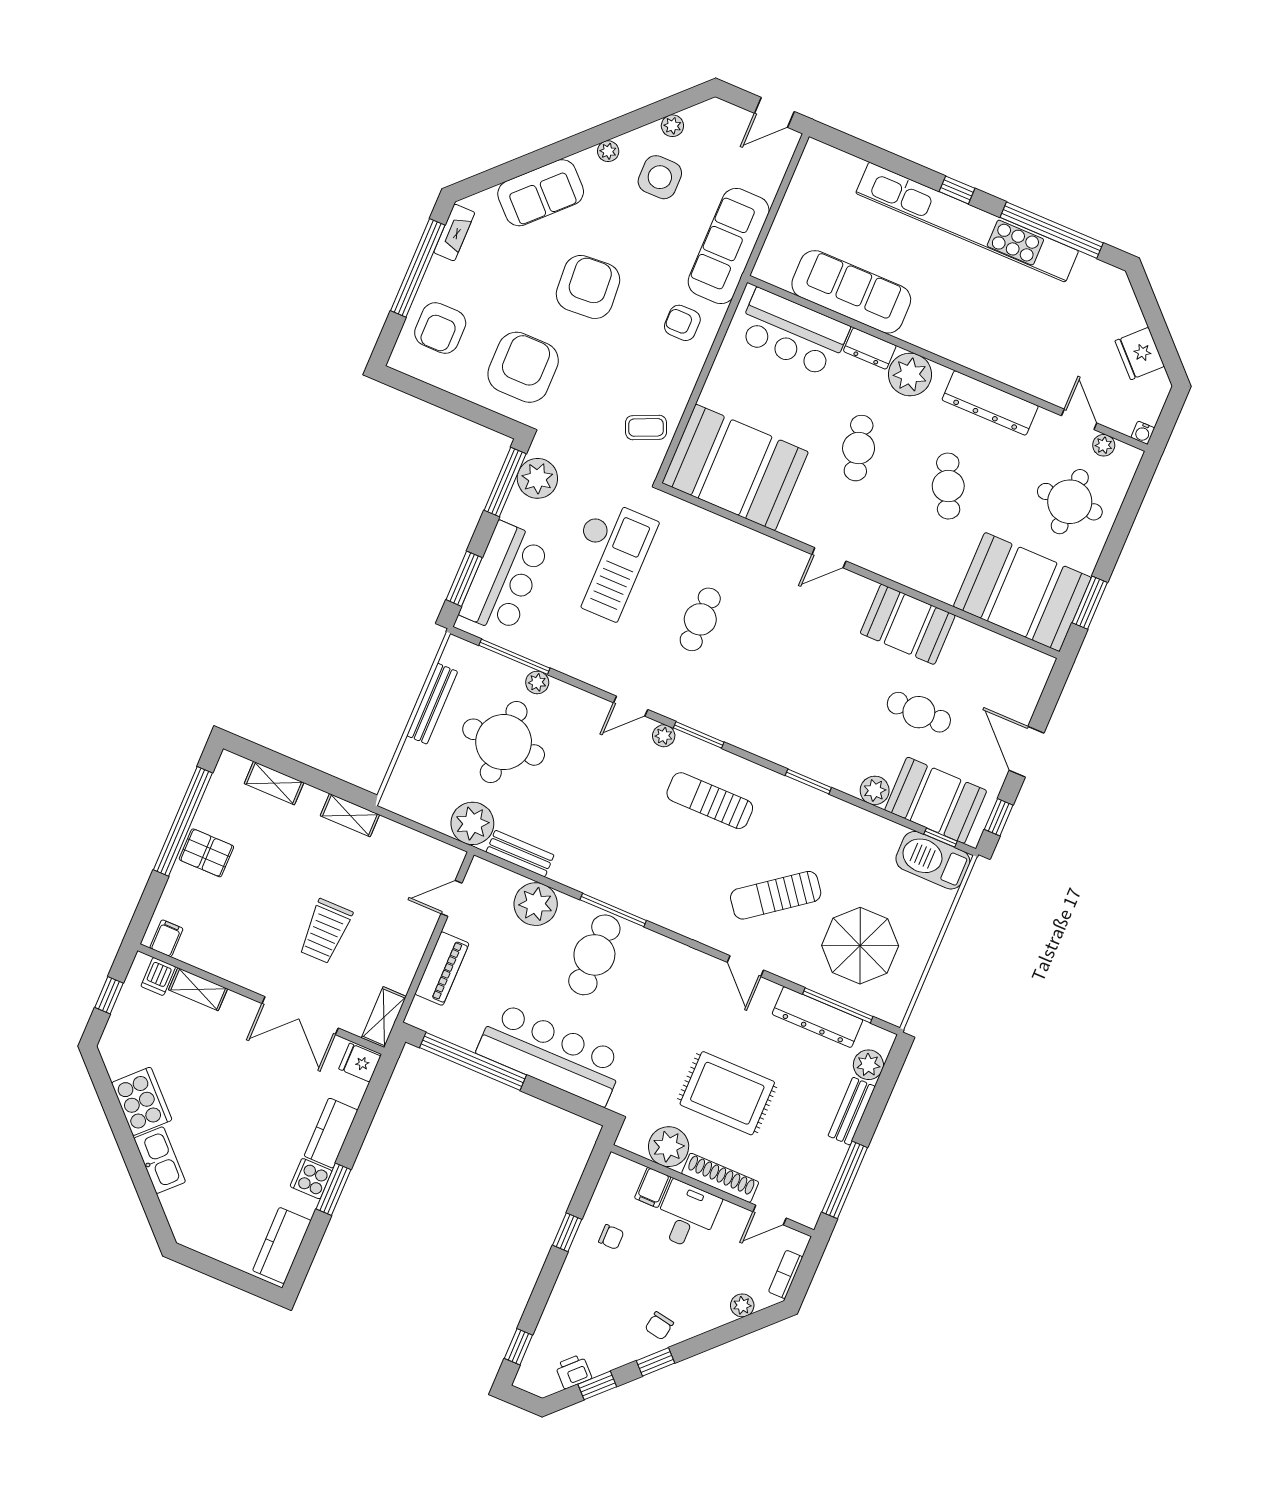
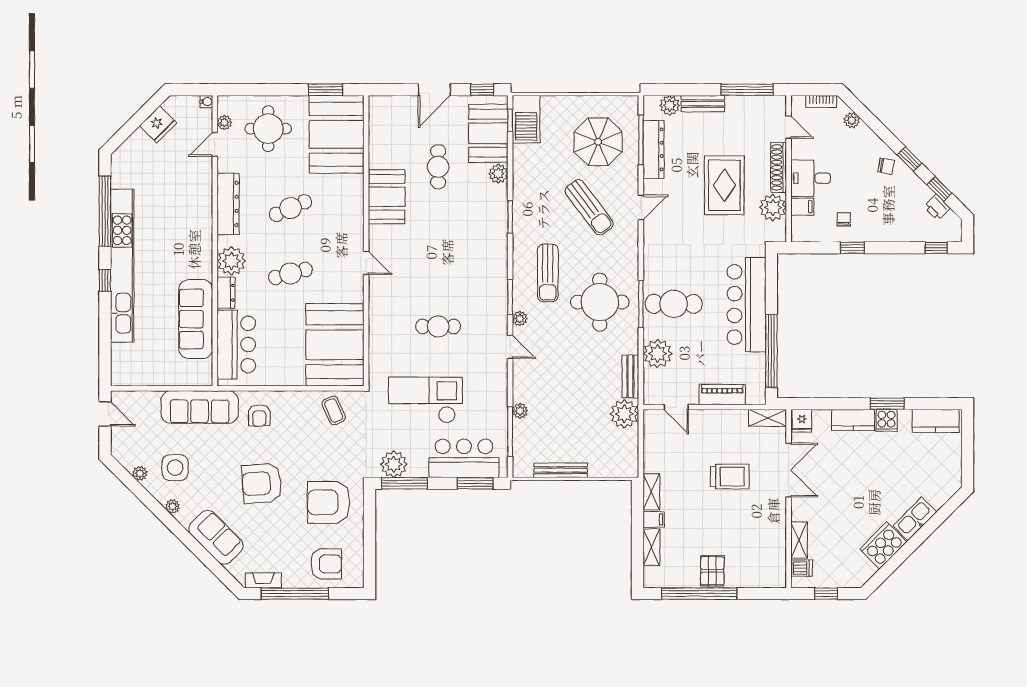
round table: (504, 742) -> (600, 302), moved
filing cabinet: (166, 938) -> (654, 519), moved, turned 180

